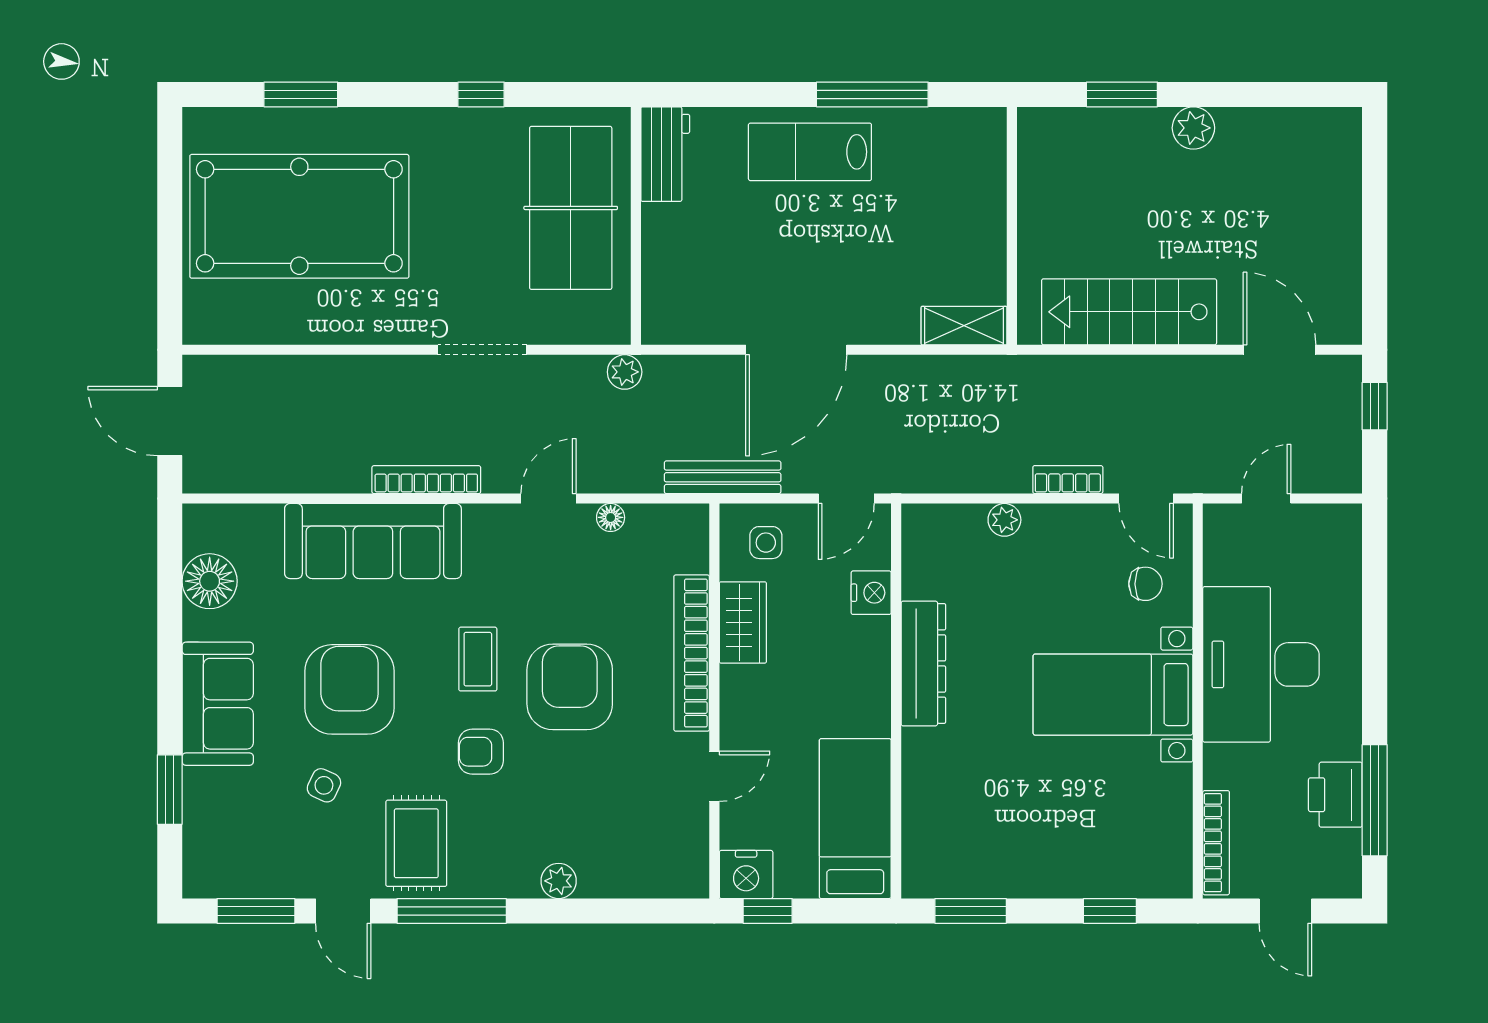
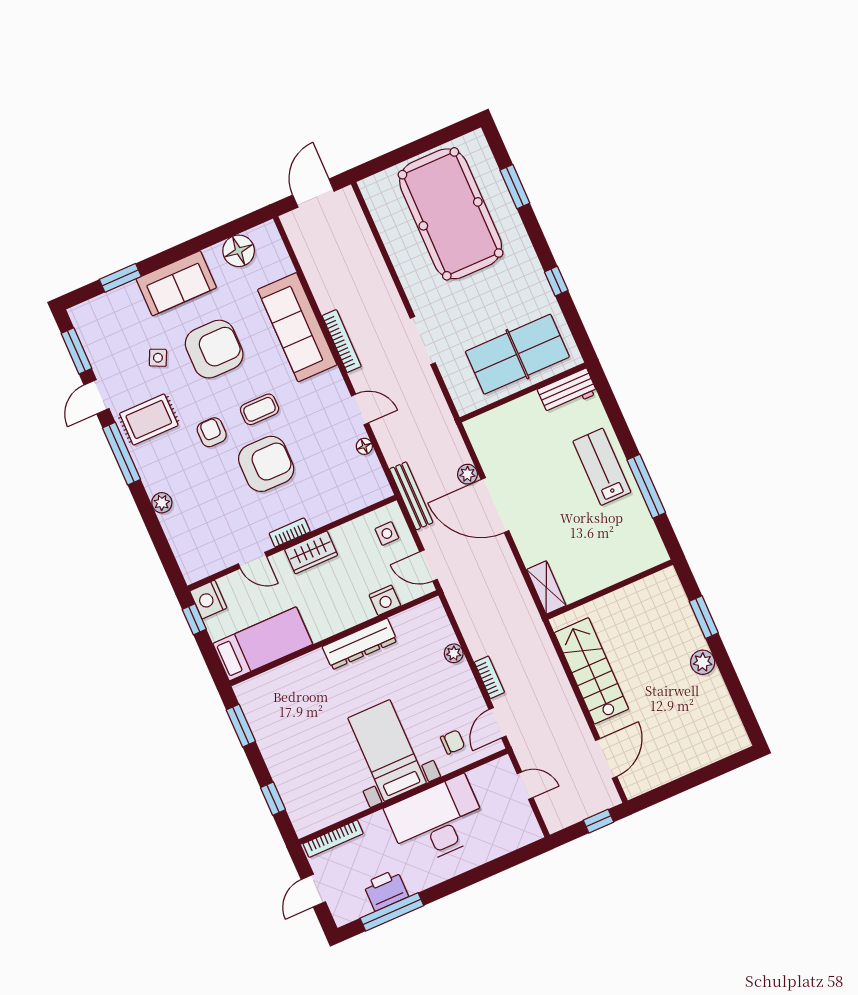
plant: (625, 372) -> (467, 474), moved
chair: (1145, 584) -> (453, 742), turned -90
wardrobe: (743, 622) -> (311, 552), moved
bookcase: (692, 653) -> (290, 532), width x0.43, depth x0.76

